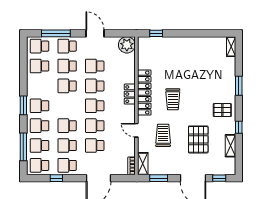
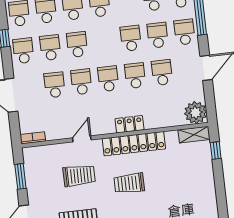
shelving: (143, 164) -> (194, 135), moved

